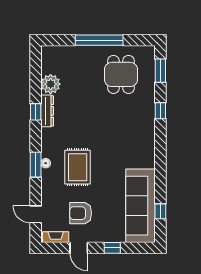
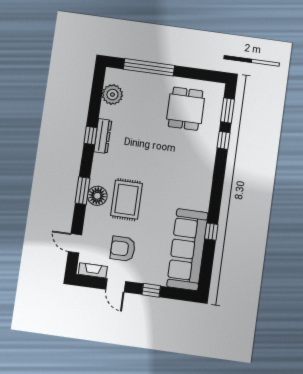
window: (99, 40) -> (149, 67), moved
plant: (51, 84) -> (112, 95), moved
window: (160, 111) -> (223, 140), moved
floor lamp: (46, 163) -> (97, 196), width x1.89, depth x1.89
window: (160, 211) -> (211, 232), moved

